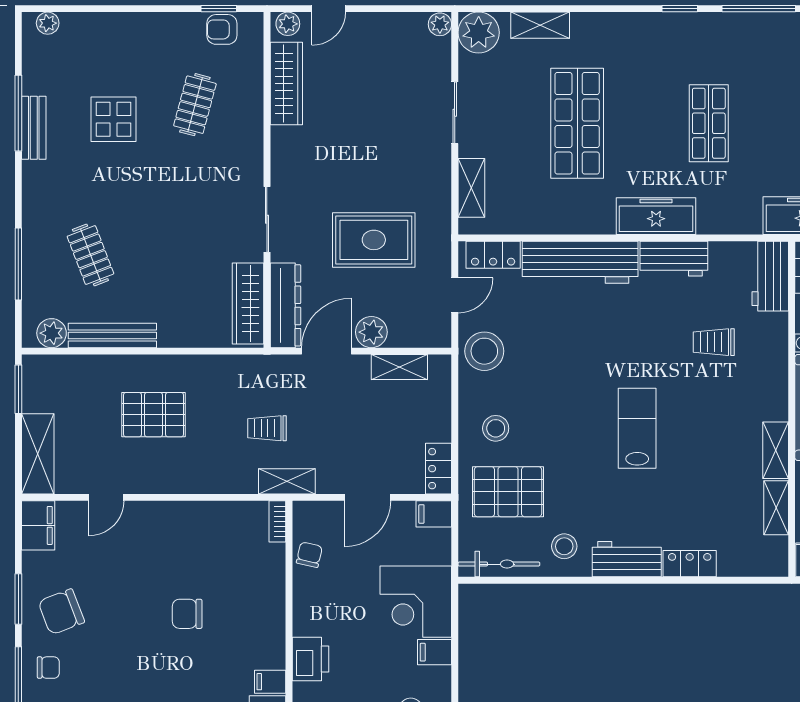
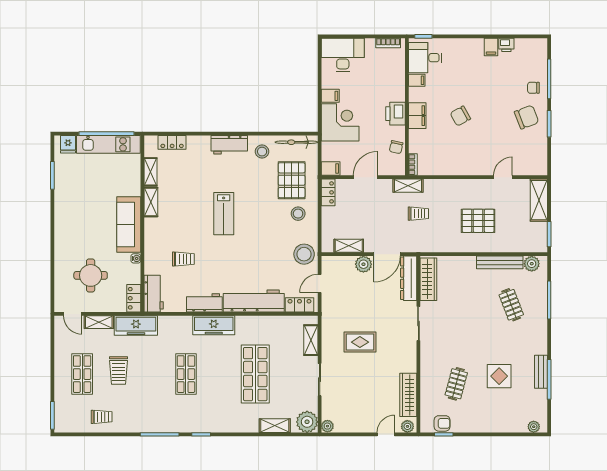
rug: (374, 240) -> (360, 342), moved, width x0.73, depth x0.70
pallet: (508, 492) -> (292, 180), turned 90
filing cabinet: (38, 525) -> (417, 116), moved, turned 180
locker: (690, 564) -> (172, 142), moved
chair: (187, 614) -> (460, 116), turned 151
printer: (310, 659) -> (396, 114), moved

